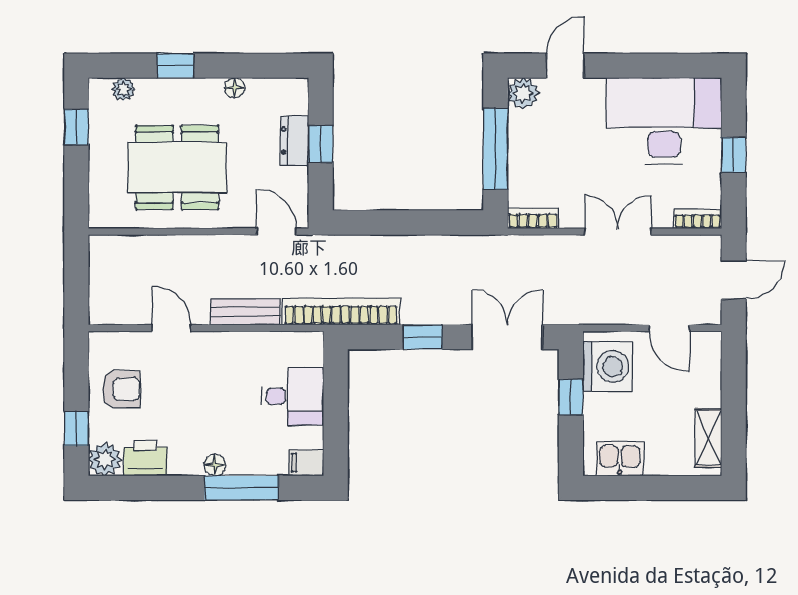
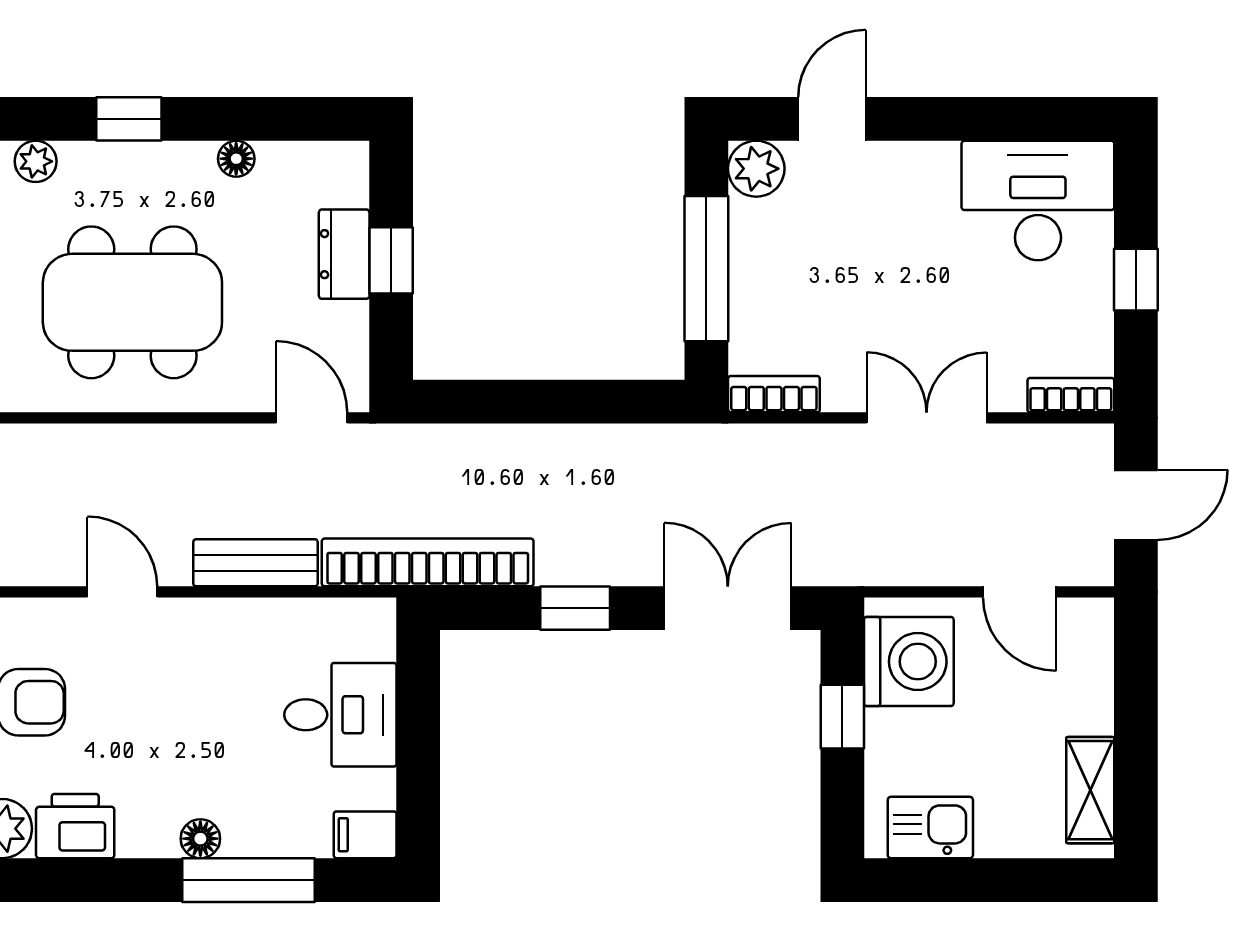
desk: (664, 121) -> (1038, 201), width x0.73, depth x0.77

